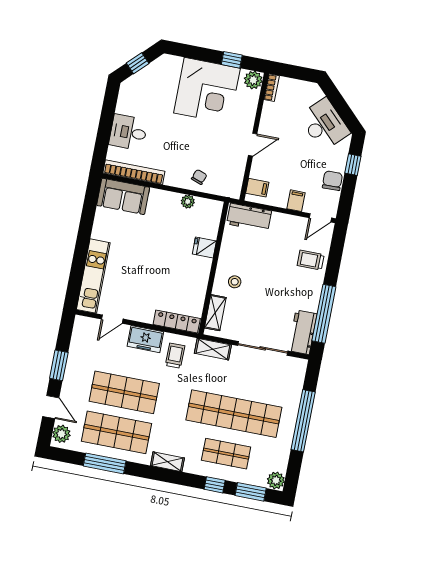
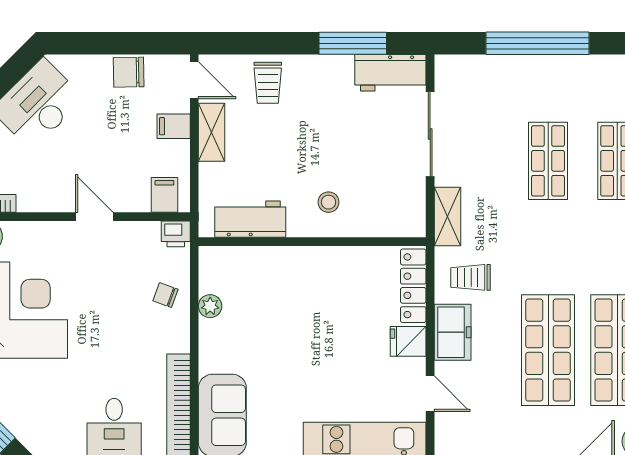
window: (353, 165) -> (95, 43), removed
printer: (233, 190) -> (176, 234), added
workbench: (249, 217) -> (250, 219), moved, turned -90
fridge: (204, 247) -> (408, 341), moved, turned 90
shelving: (215, 313) -> (212, 132), moved, turned 90
window: (324, 314) -> (353, 43), width x0.68
shop shelf: (234, 414) -> (548, 161), width x0.50, depth x0.74

